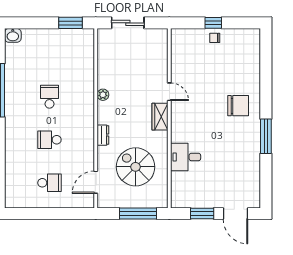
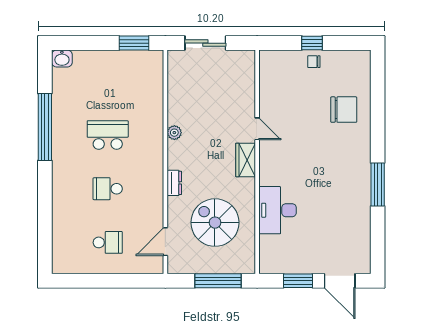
school desk: (49, 97) -> (108, 135), width x1.85
chair: (238, 106) -> (344, 110), moved
desk: (186, 157) -> (277, 210), width x1.37

